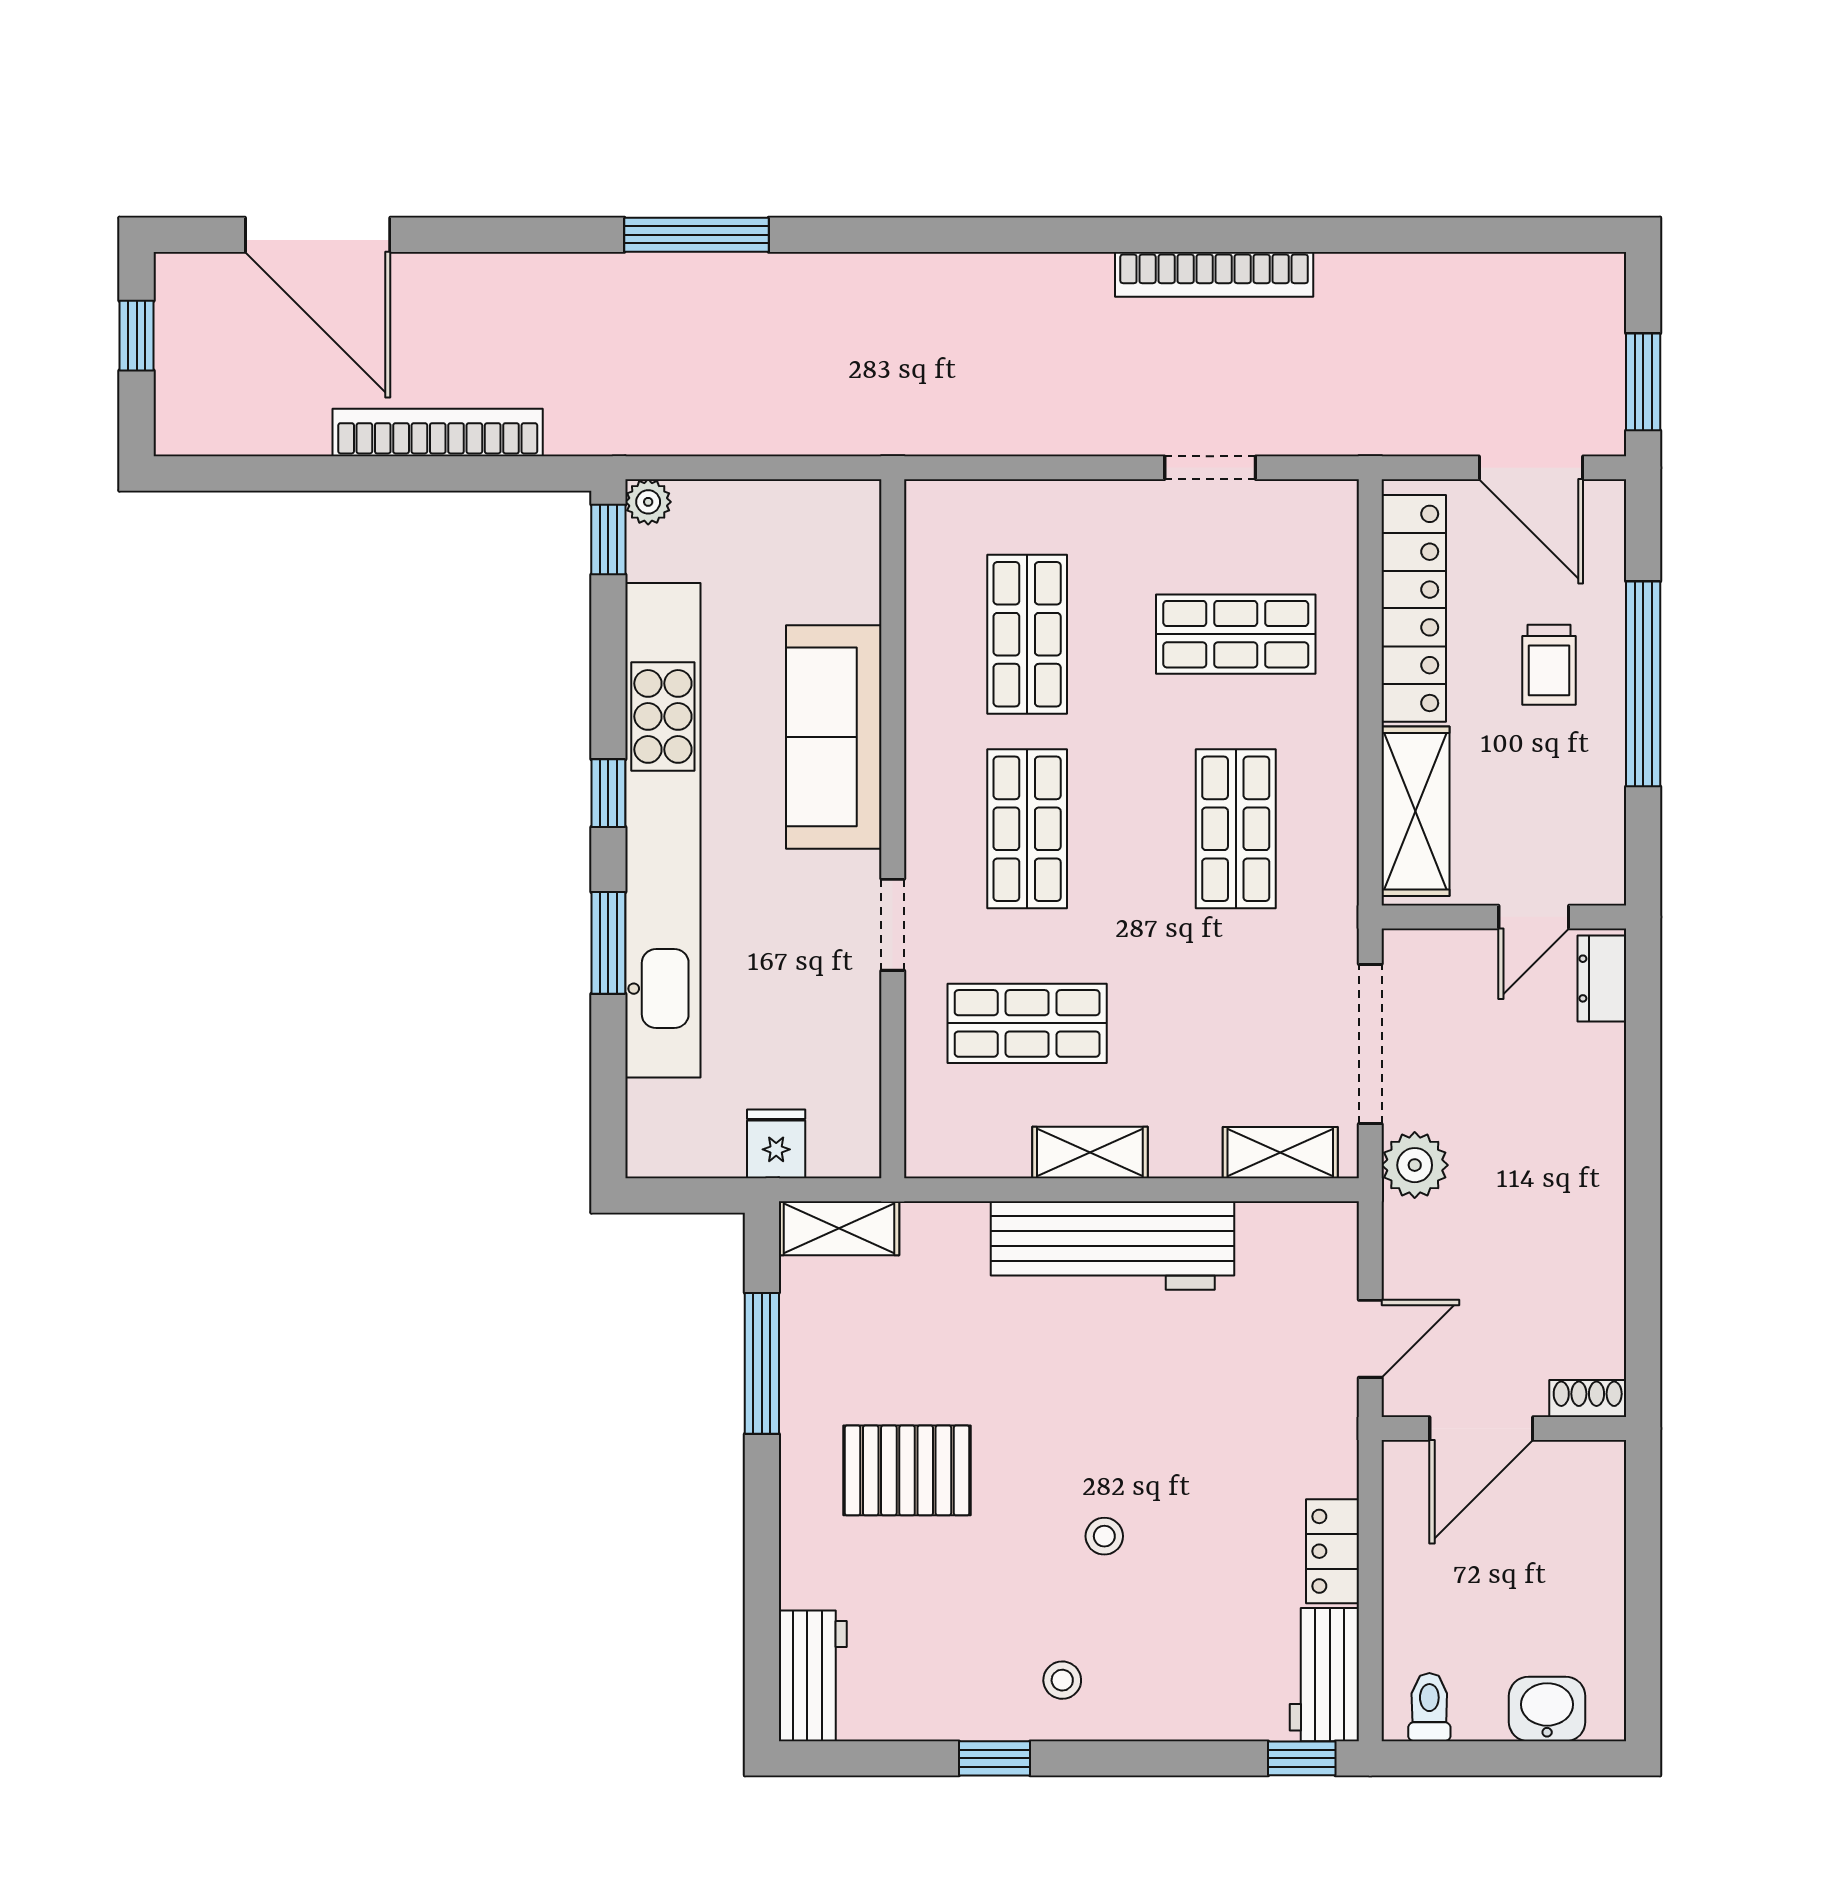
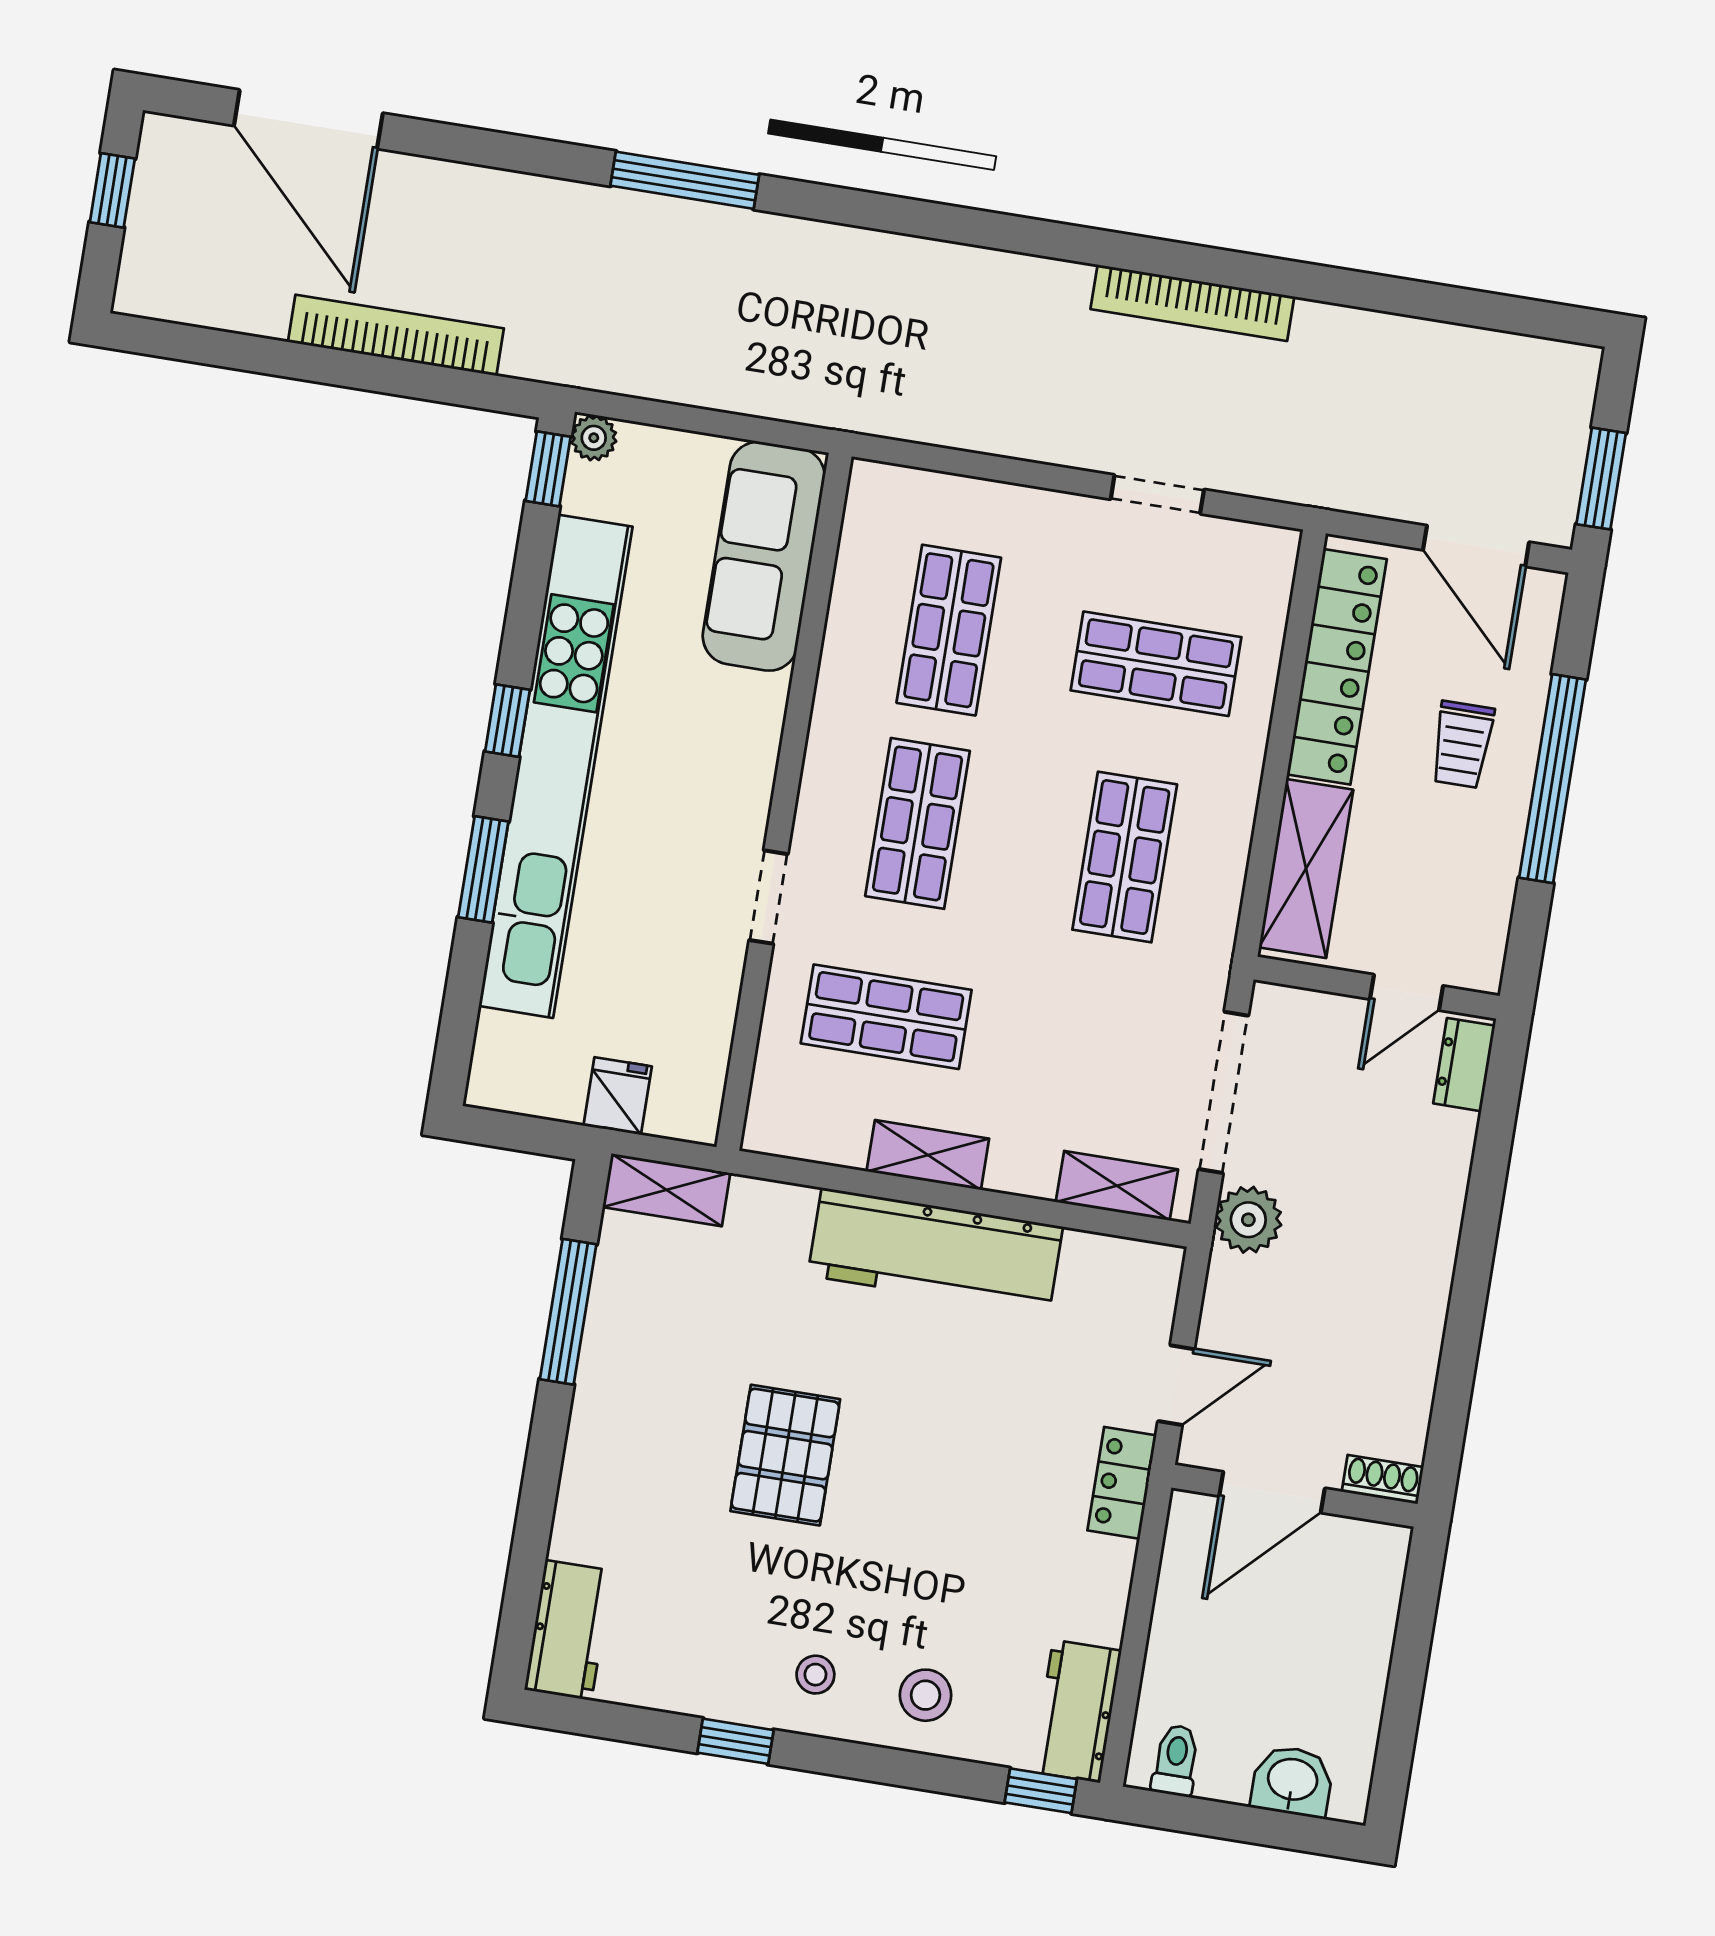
sofa: (834, 737) -> (764, 556), moved
pallet: (907, 1470) -> (785, 1455), moved, turned 90
stool: (1104, 1536) -> (926, 1695), moved, width x1.37, depth x1.37
locker: (1332, 1551) -> (1122, 1483), moved

